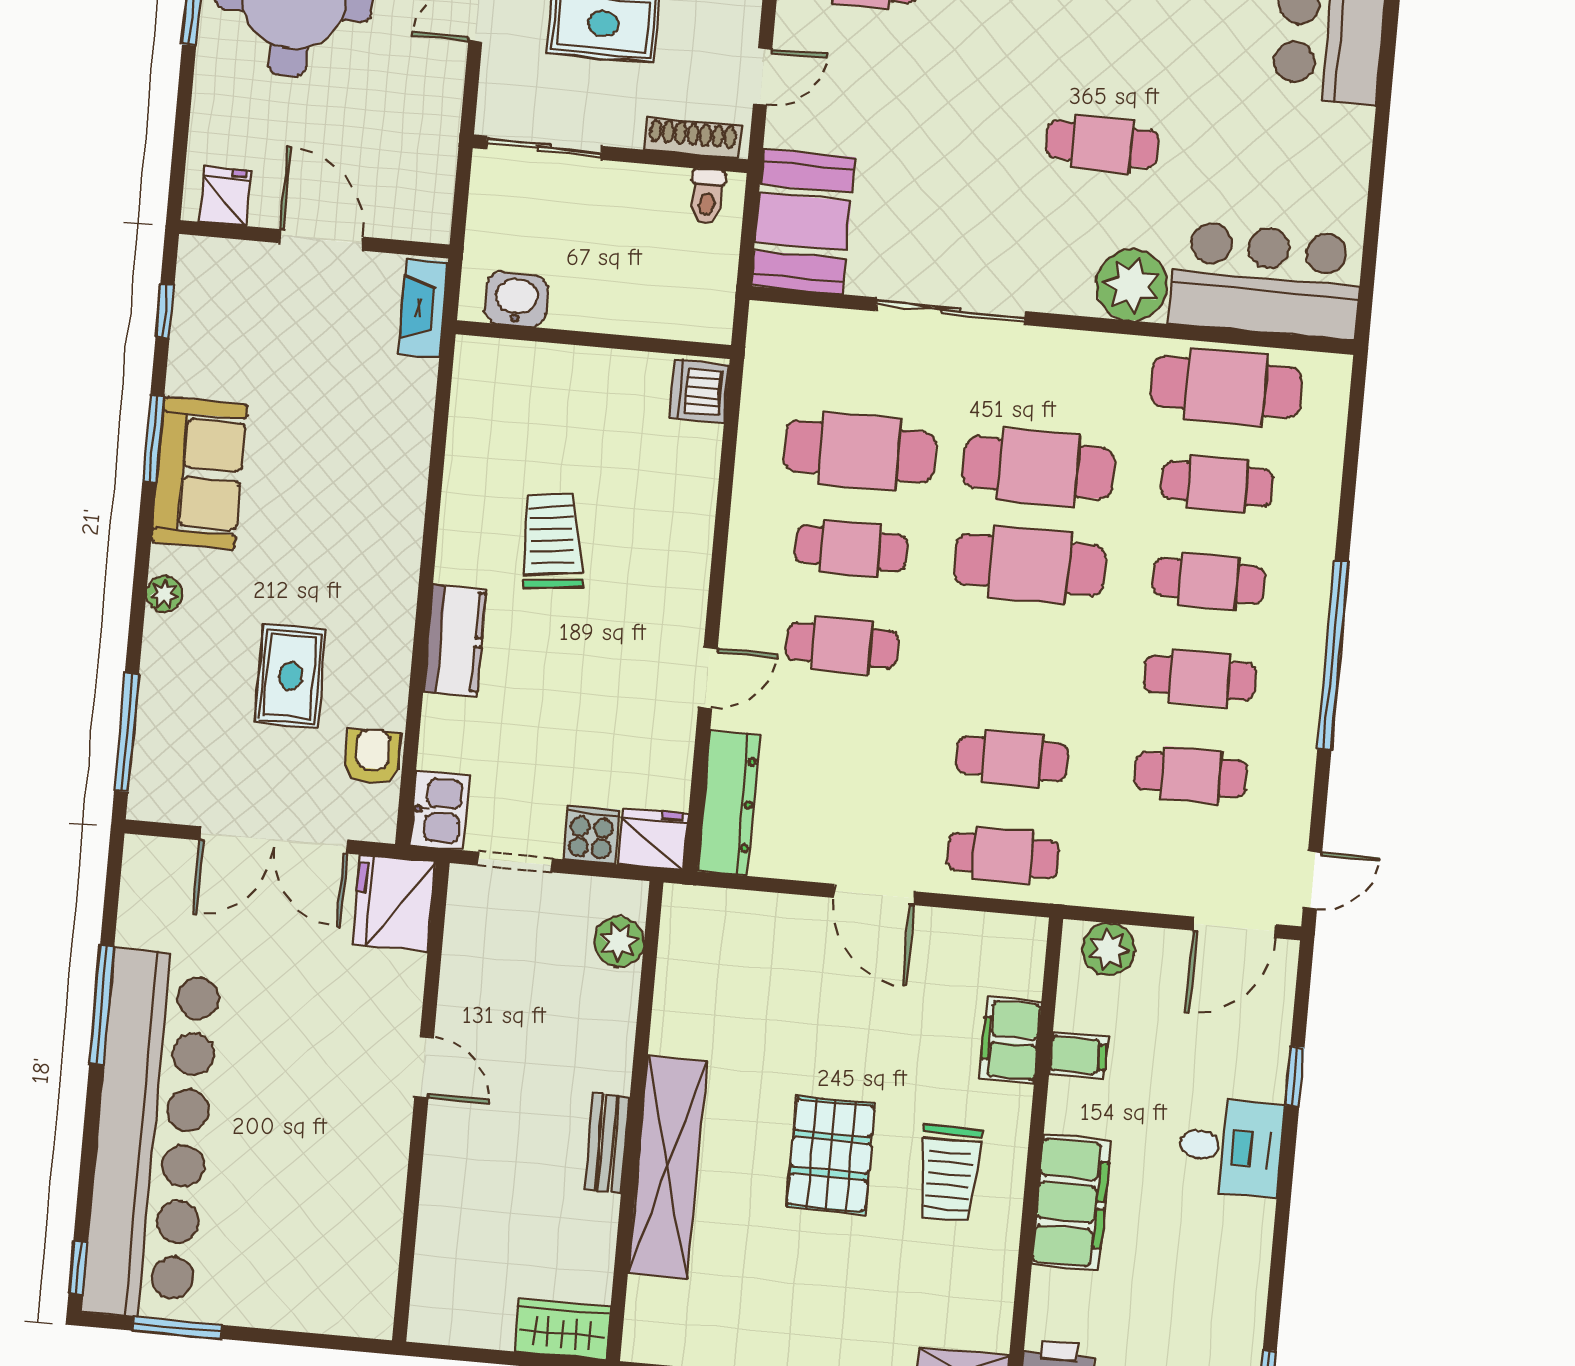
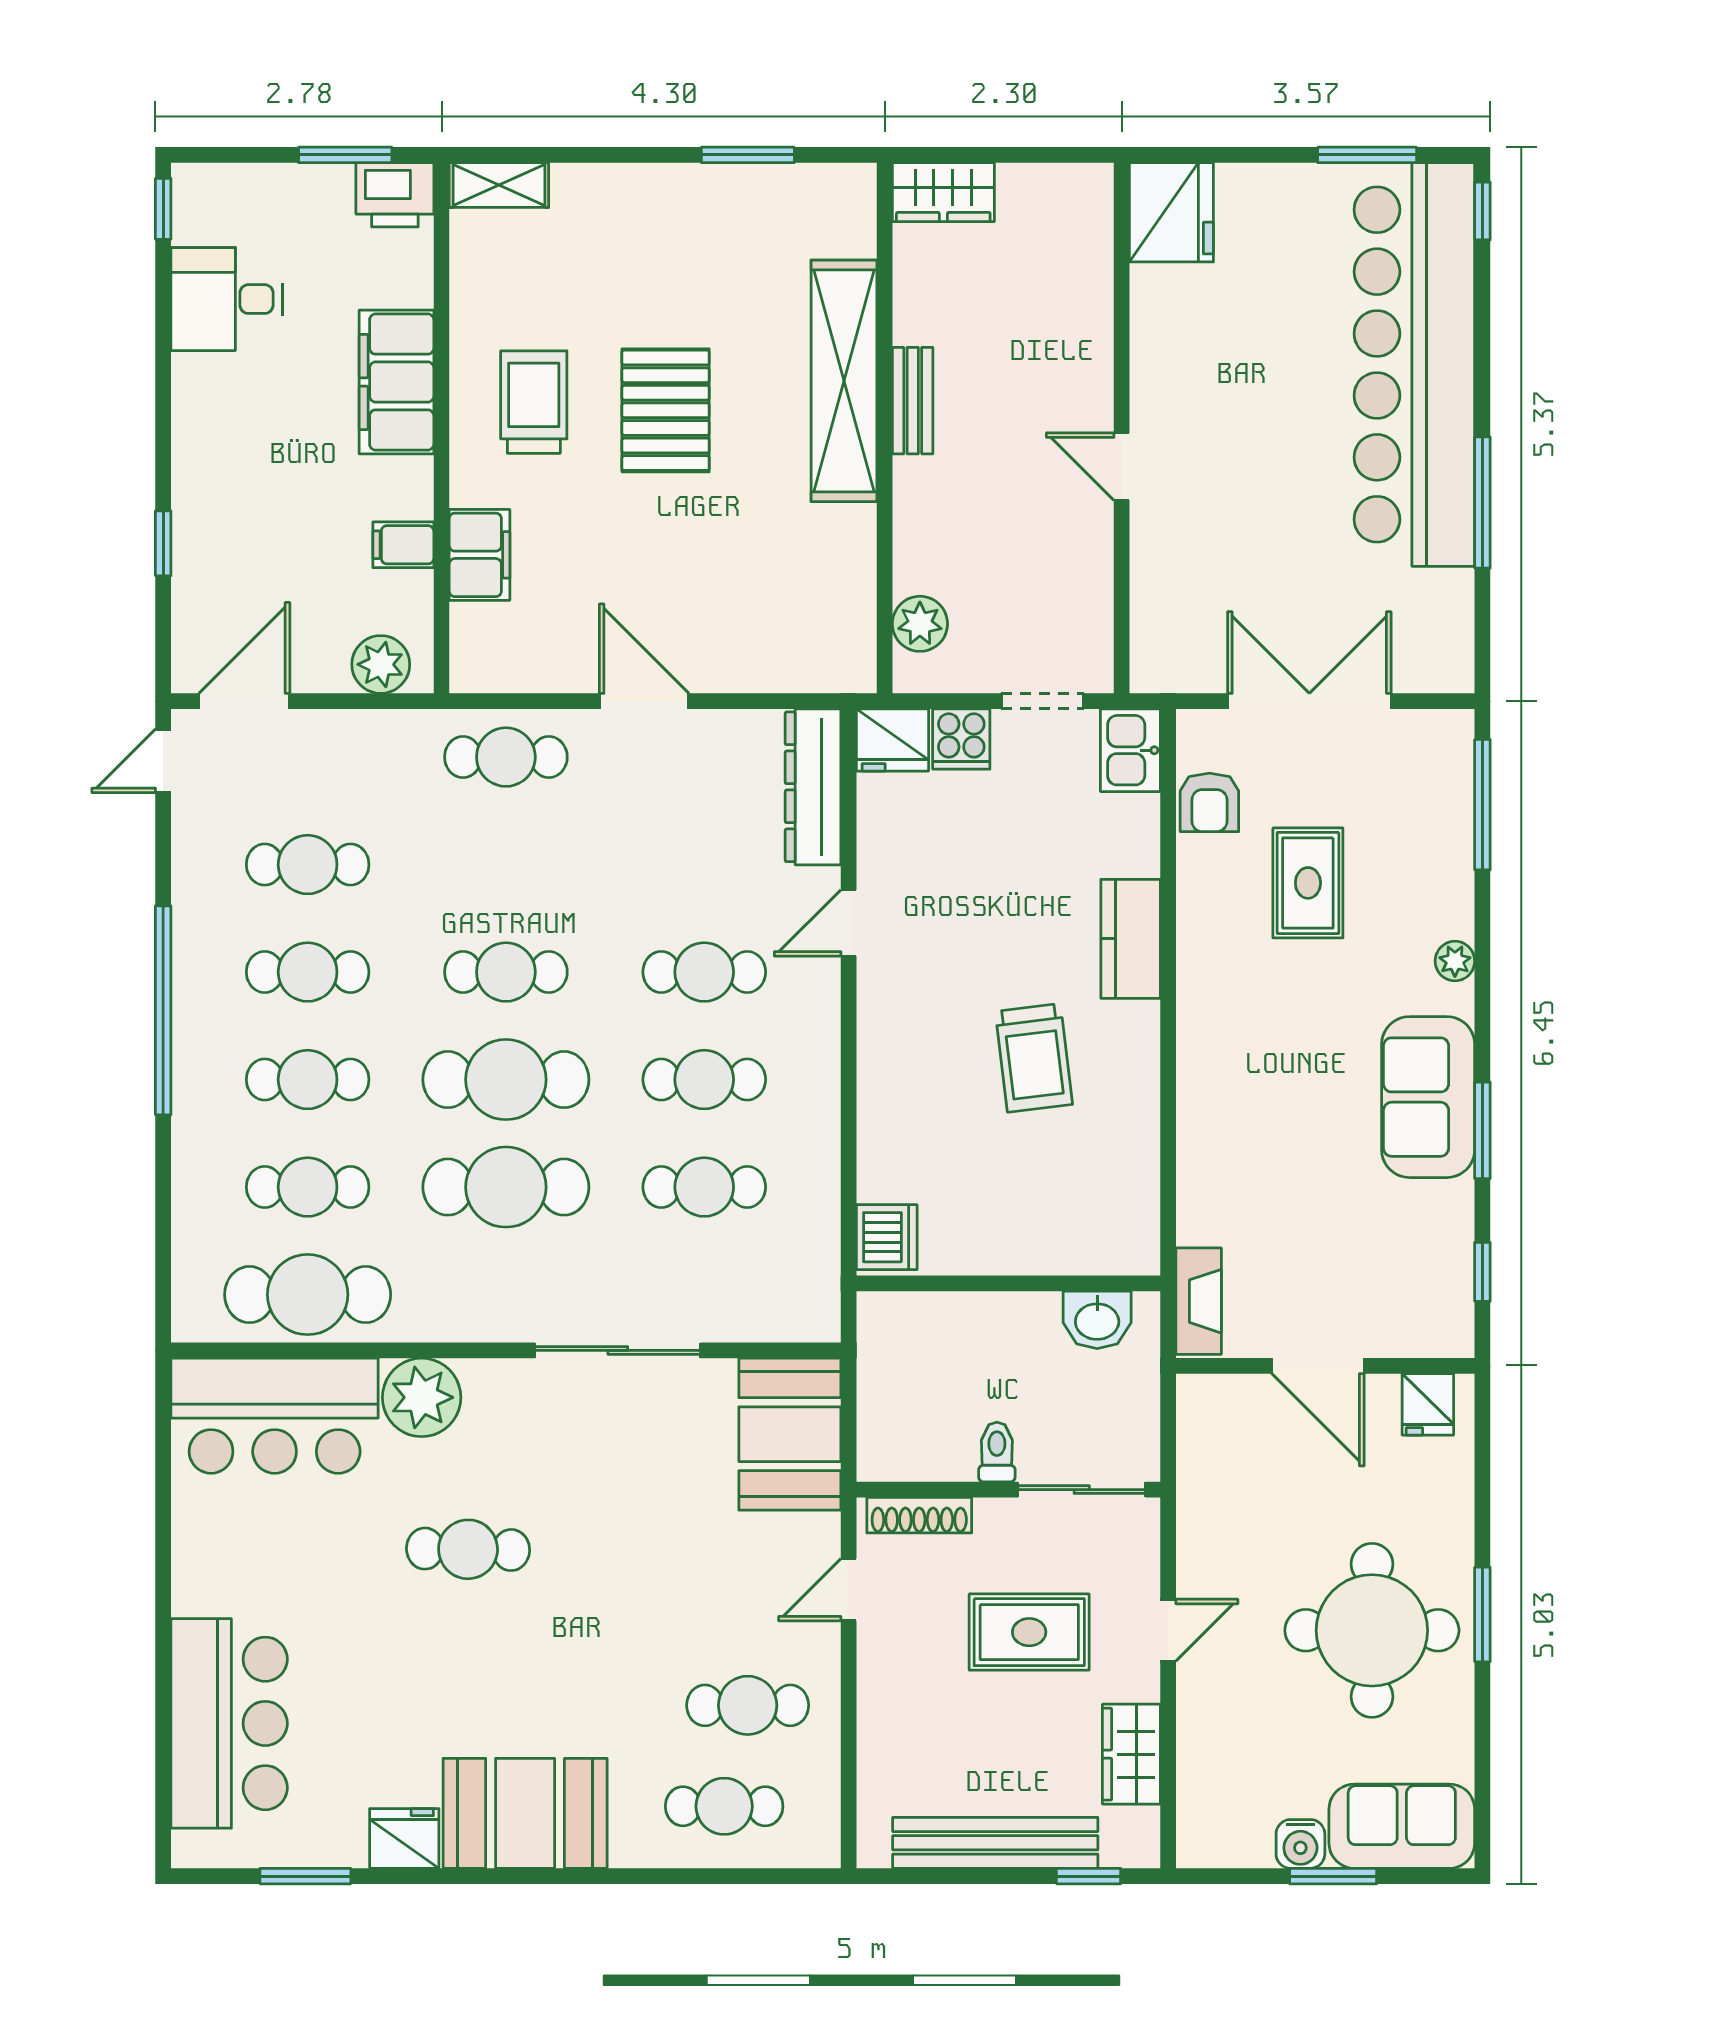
toilet: (707, 197) -> (997, 1452), moved
cafe table: (860, 452) -> (704, 1187), width x0.73, depth x0.74
cafe table: (1012, 759) -> (506, 972), moved
fridge: (394, 903) -> (1171, 212), moved
desk: (1231, 1147) -> (226, 299), moved

